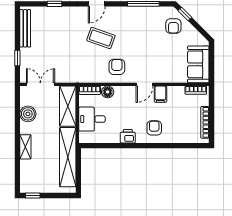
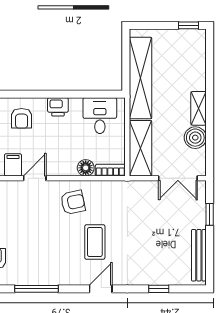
coffee table: (101, 38) -> (95, 242), turned 71
armchair: (117, 67) -> (73, 202), turned -102
desk: (92, 119) -> (100, 116), moved, turned -90
shelving: (25, 147) -> (199, 108), moved

